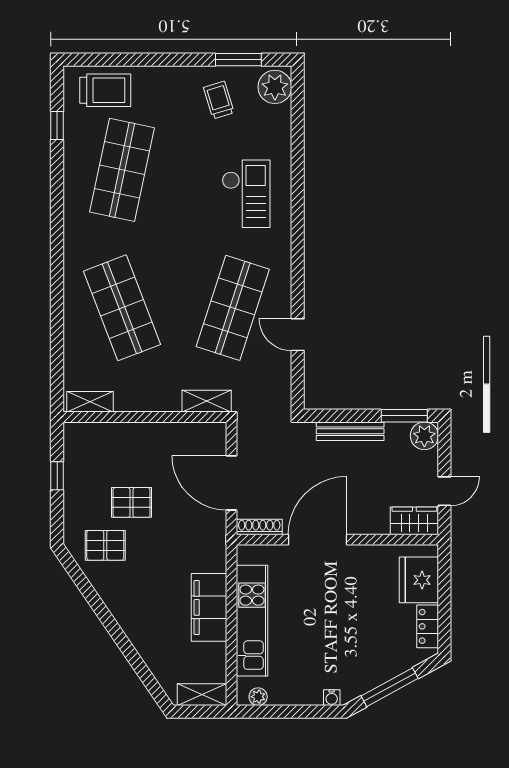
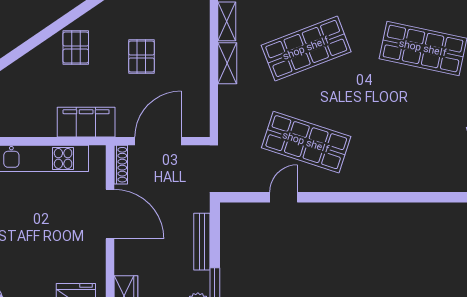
checkout: (246, 194) -> (403, 154), removed
shelving: (207, 401) -> (227, 63), moved
pallet: (105, 545) -> (76, 48), moved
filing cabinet: (209, 607) -> (86, 122), moved

